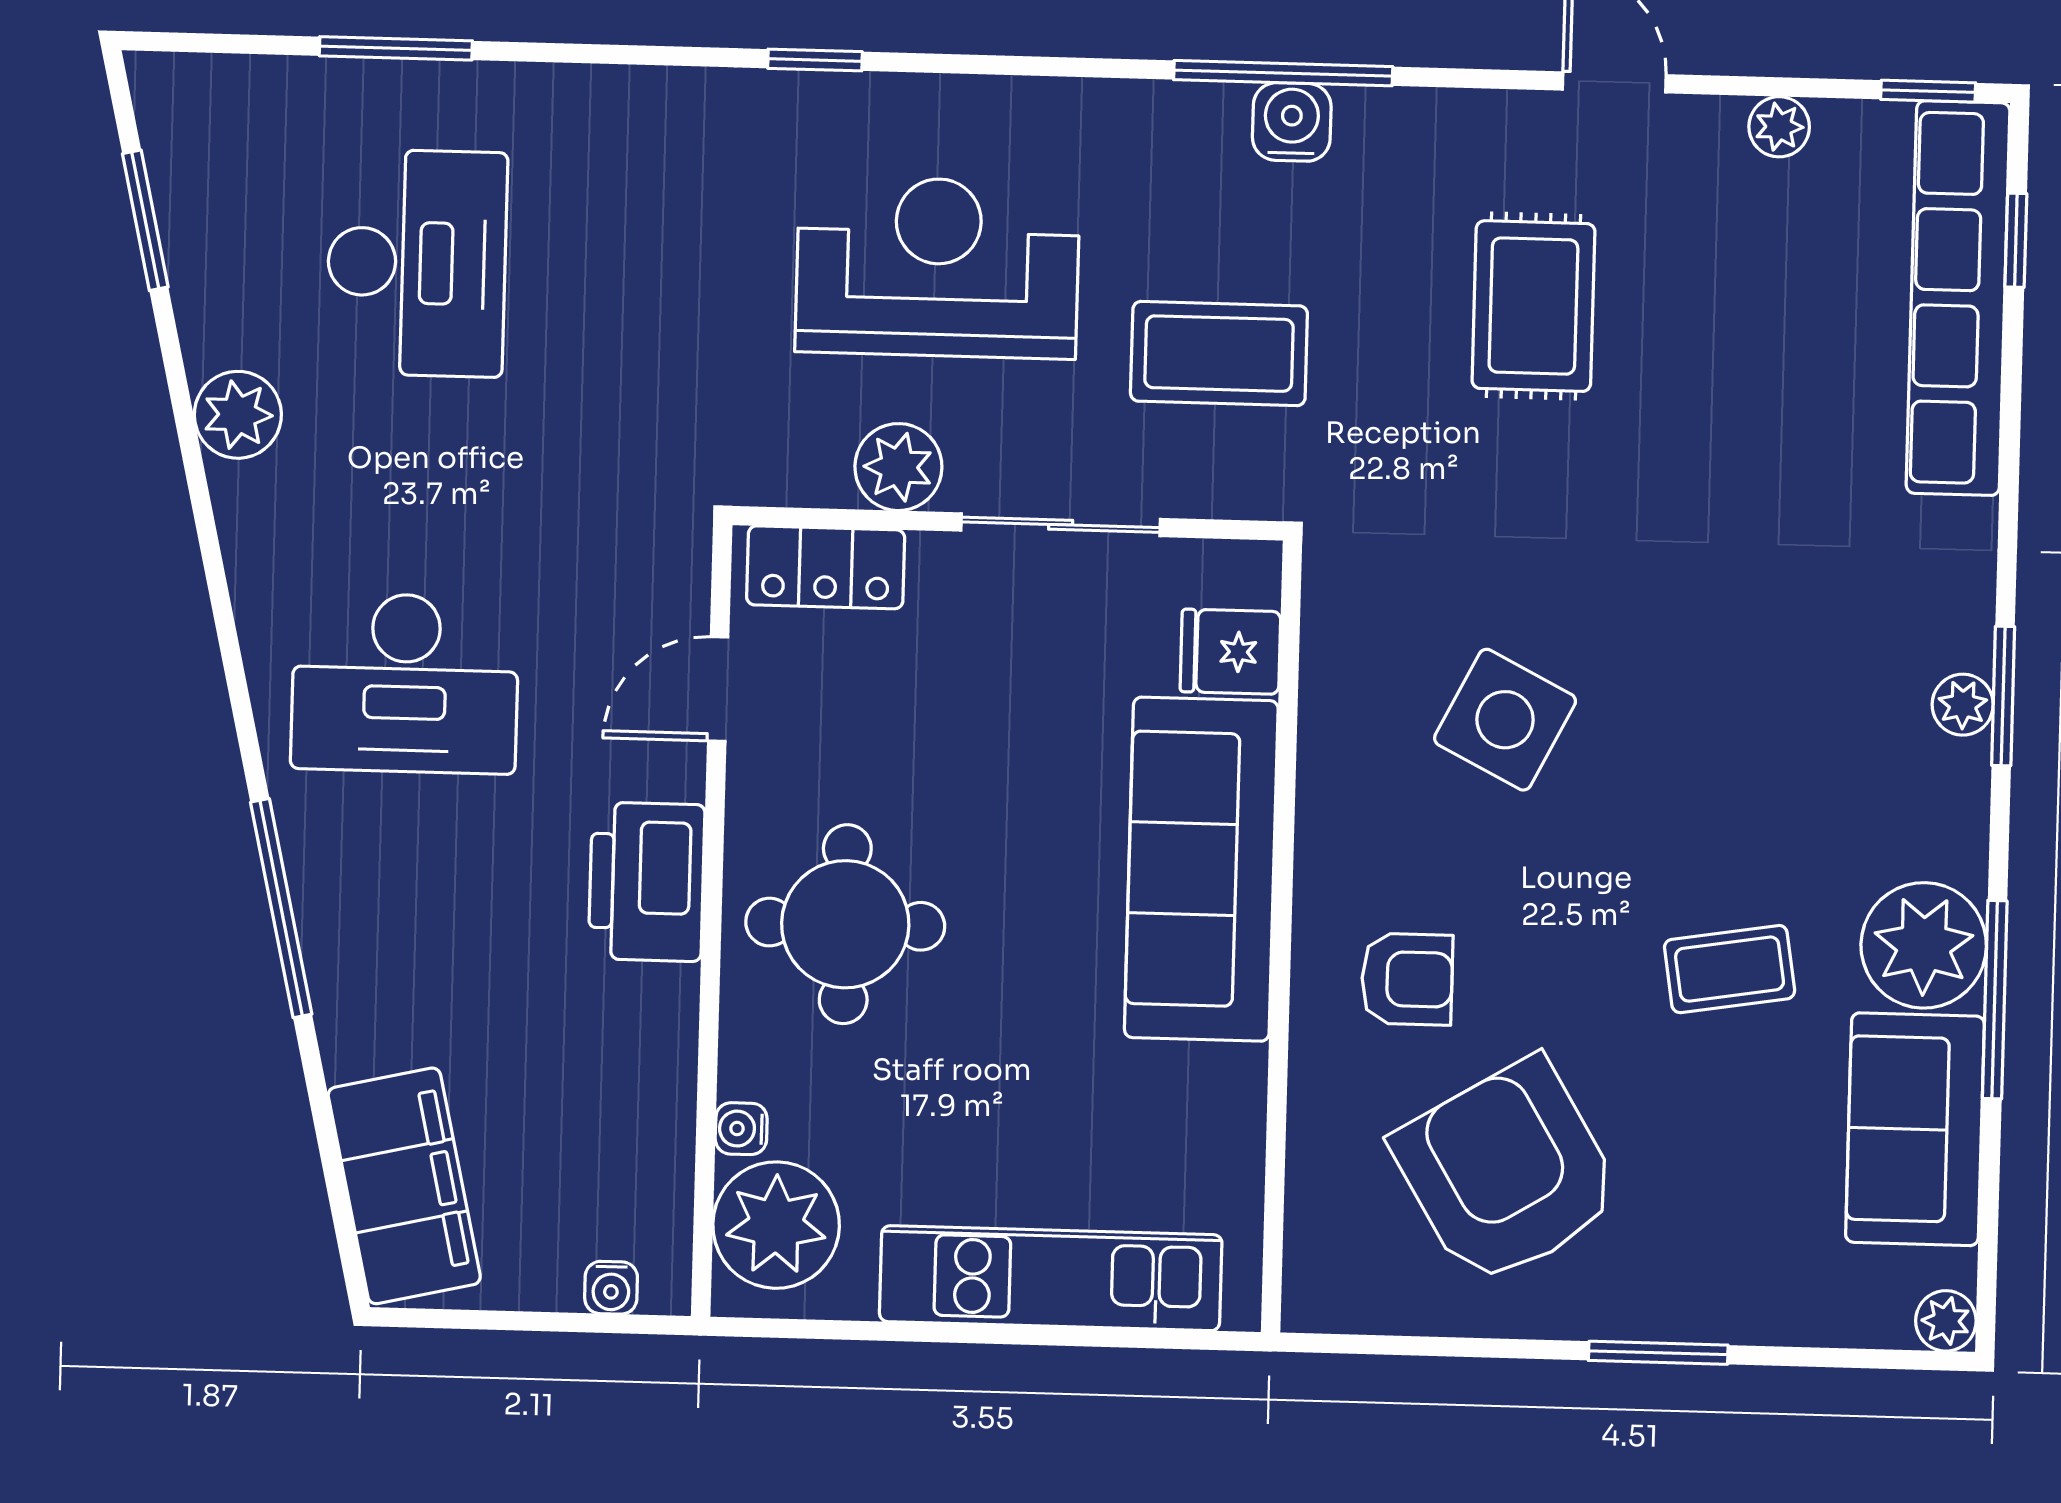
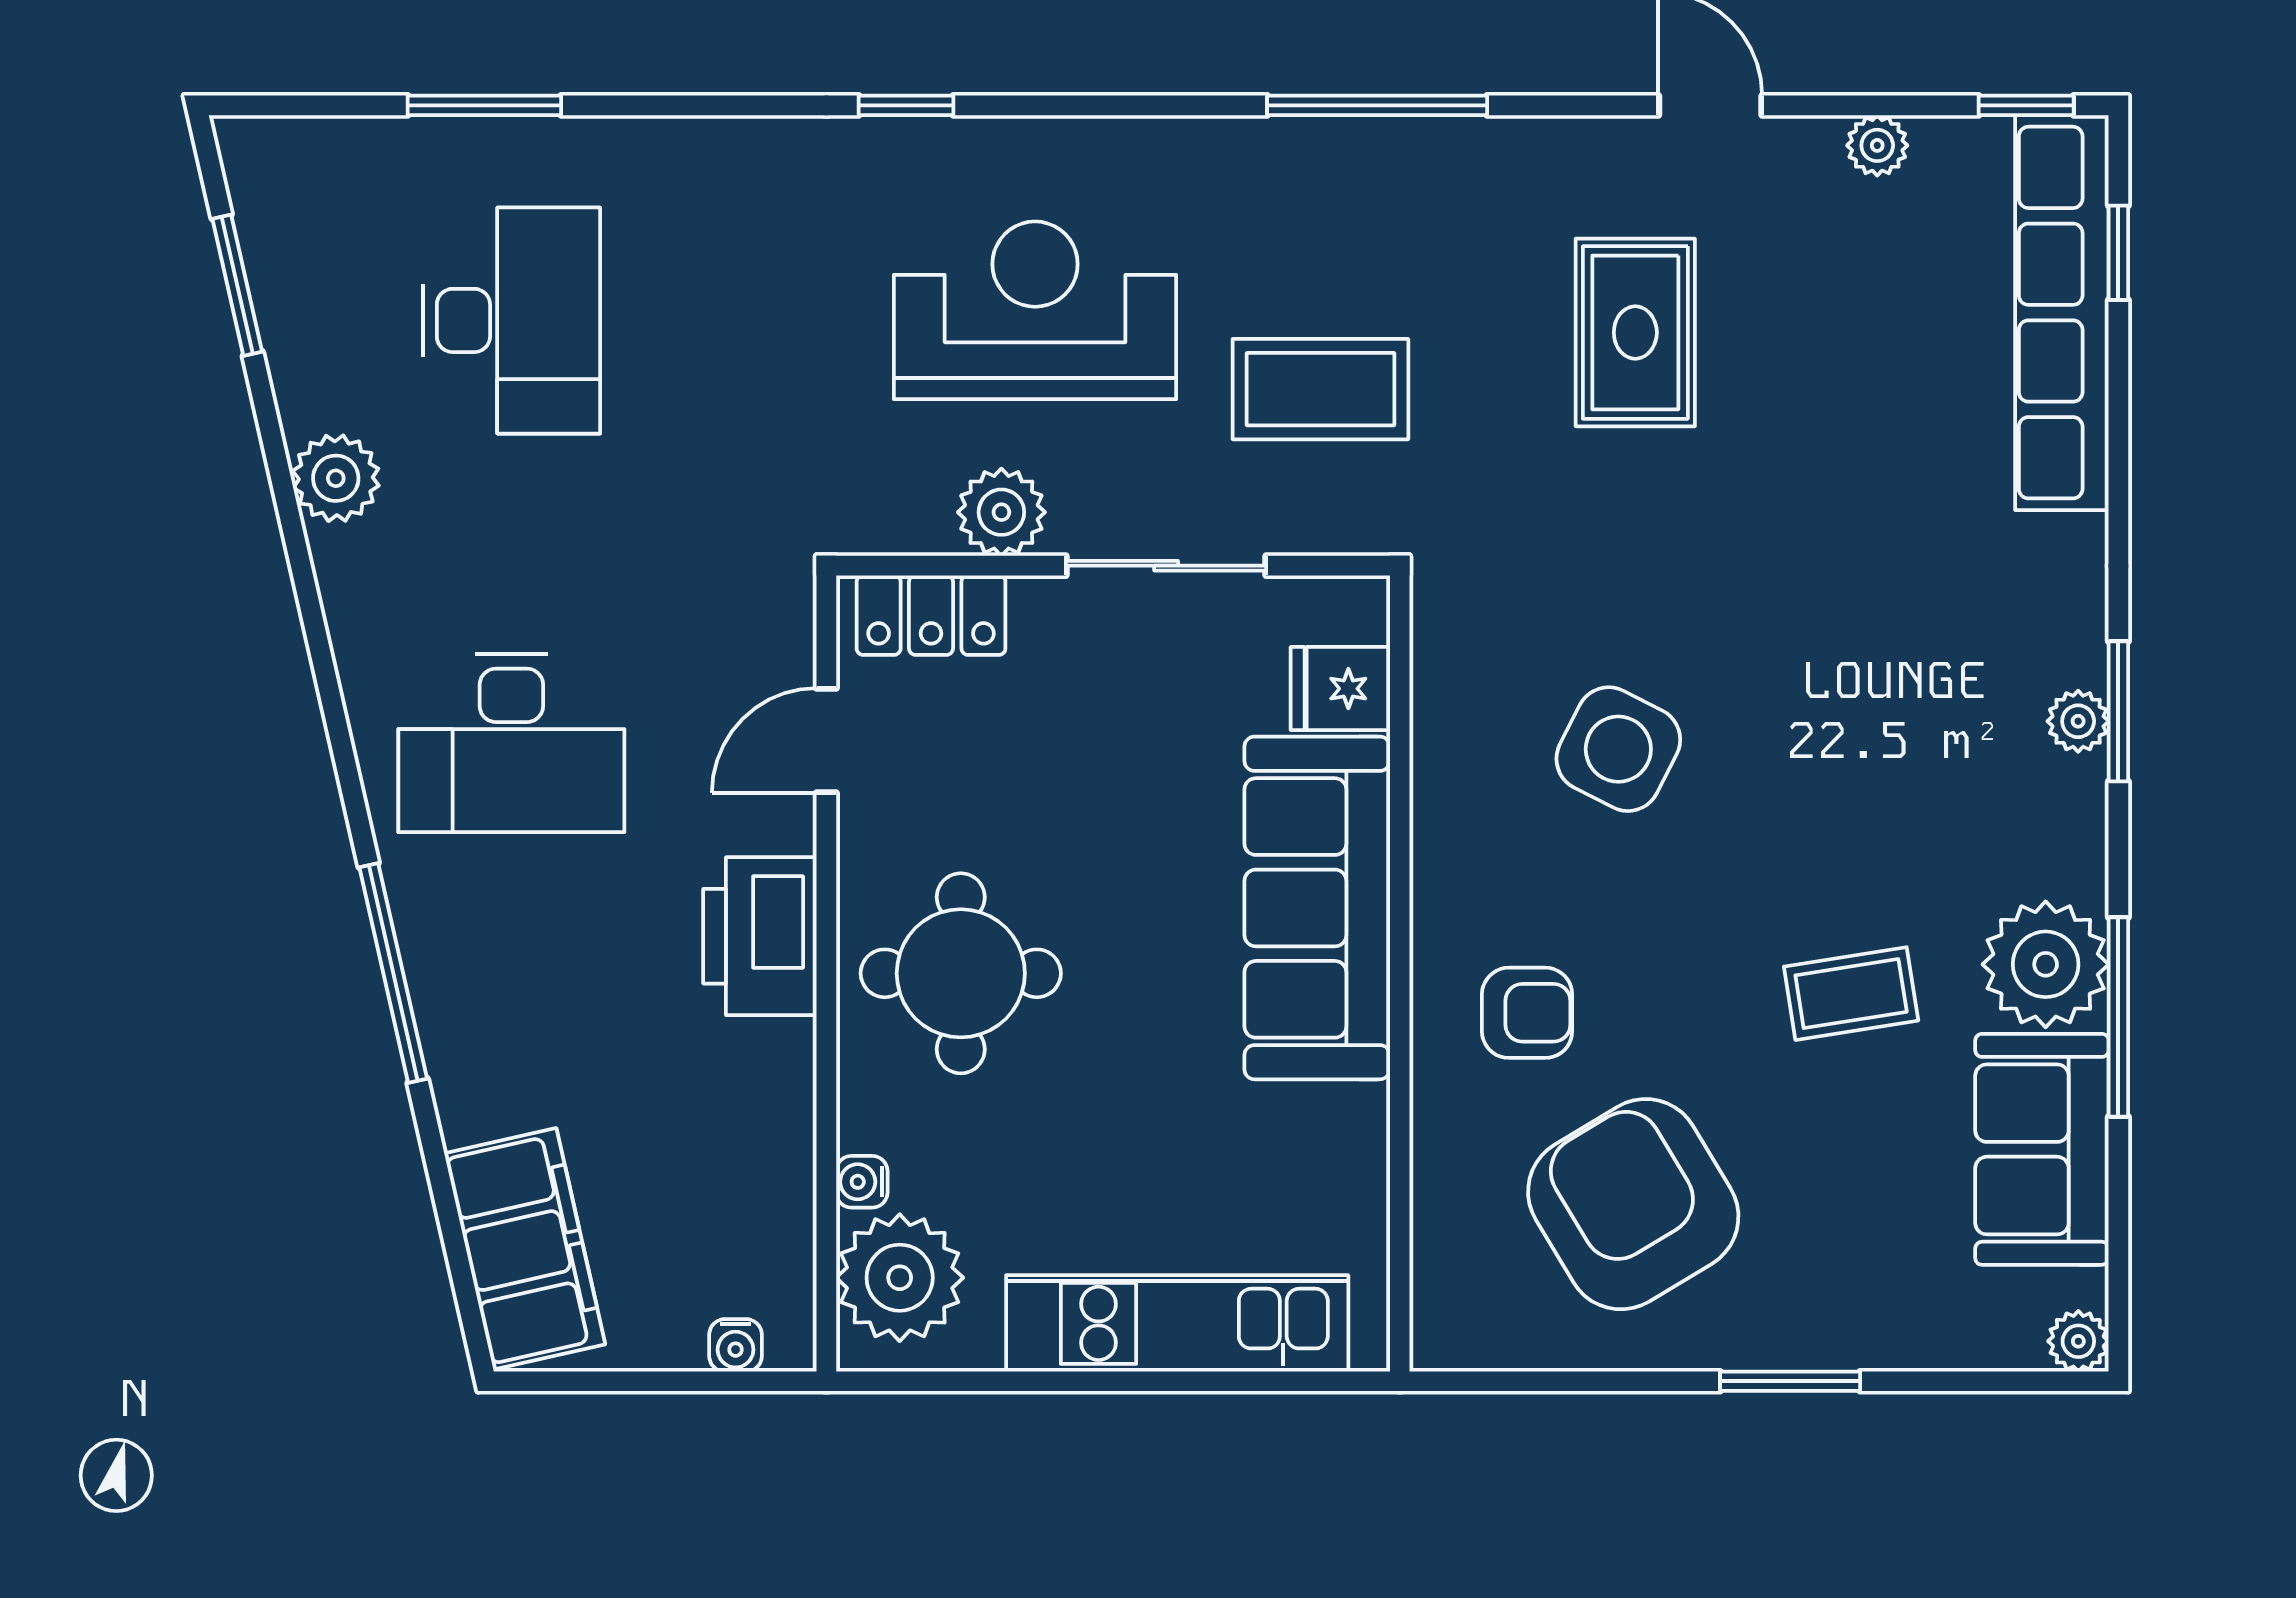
water cooler: (1292, 122) -> (1387, 154), removed

